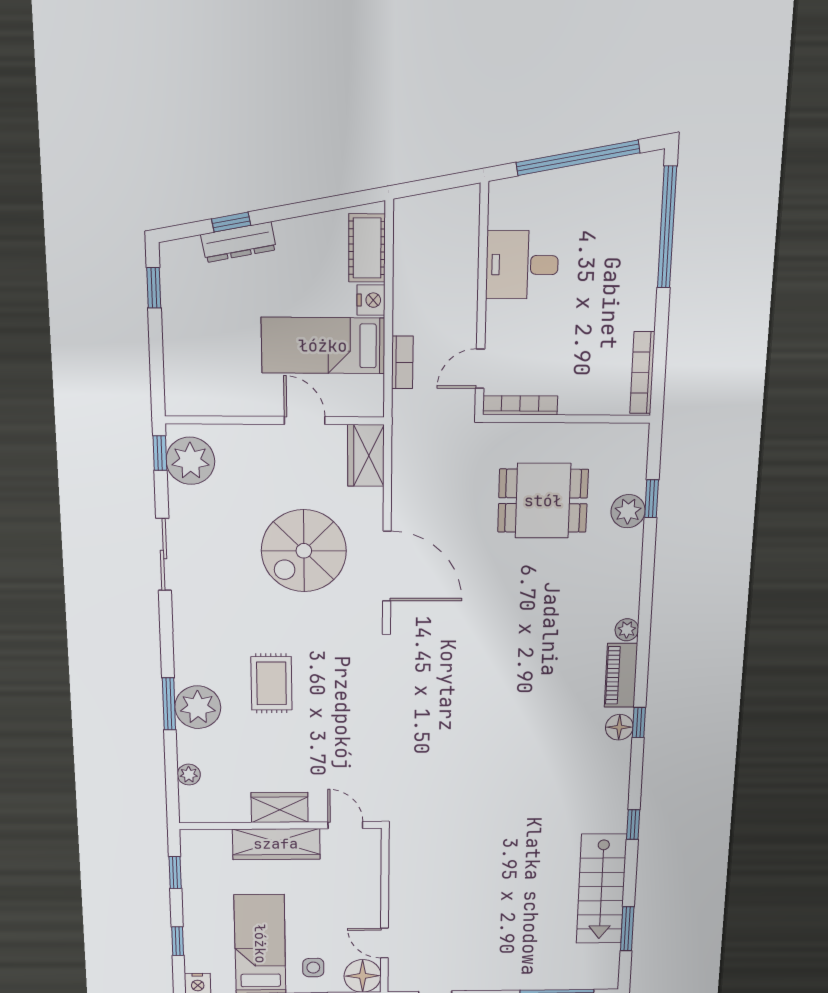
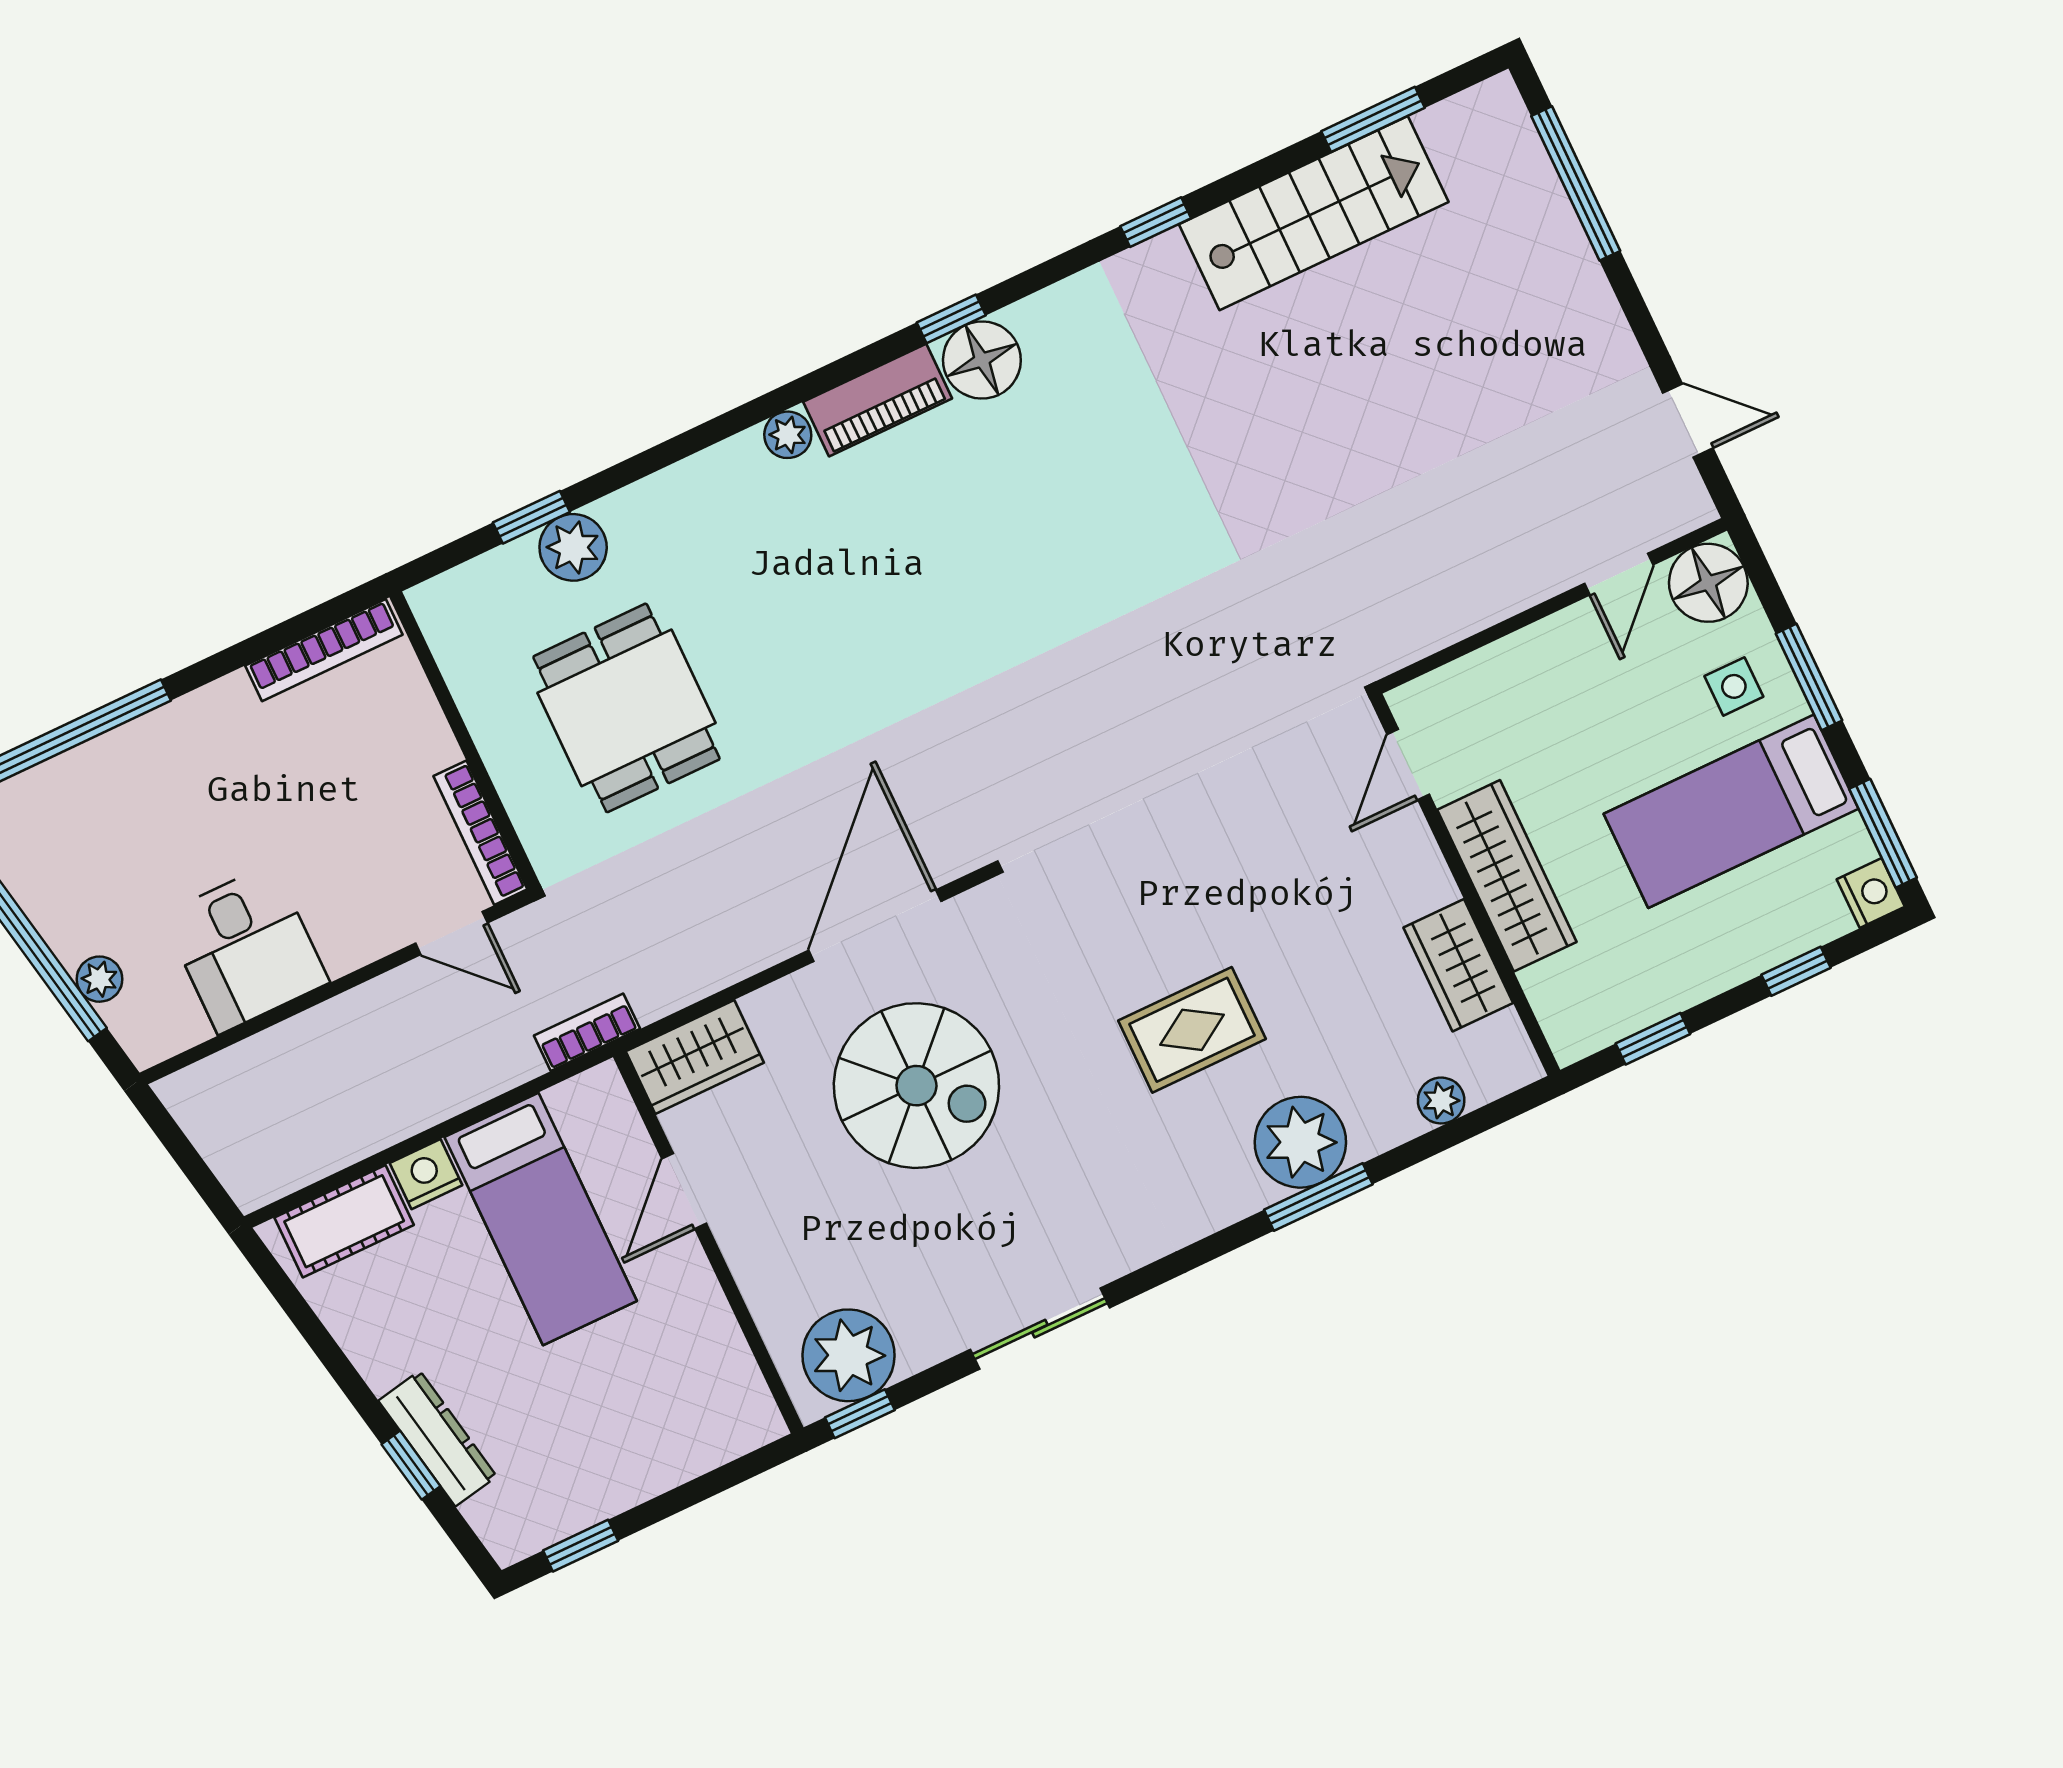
plant: (544, 184) -> (99, 979), added
bookcase: (402, 362) -> (587, 1032), moved
floor lamp: (619, 727) -> (982, 360), width x1.38, depth x1.38
wardrobe: (280, 807) -> (1458, 965), moved

